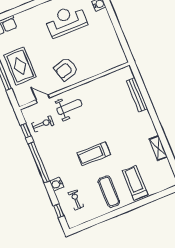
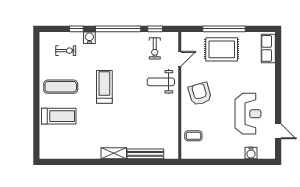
coffee table: (104, 60) -> (193, 136), added
weight bench: (69, 107) -> (161, 82), turned 90
shelving: (158, 148) -> (114, 153), moved
window: (59, 211) -> (76, 29), moved

